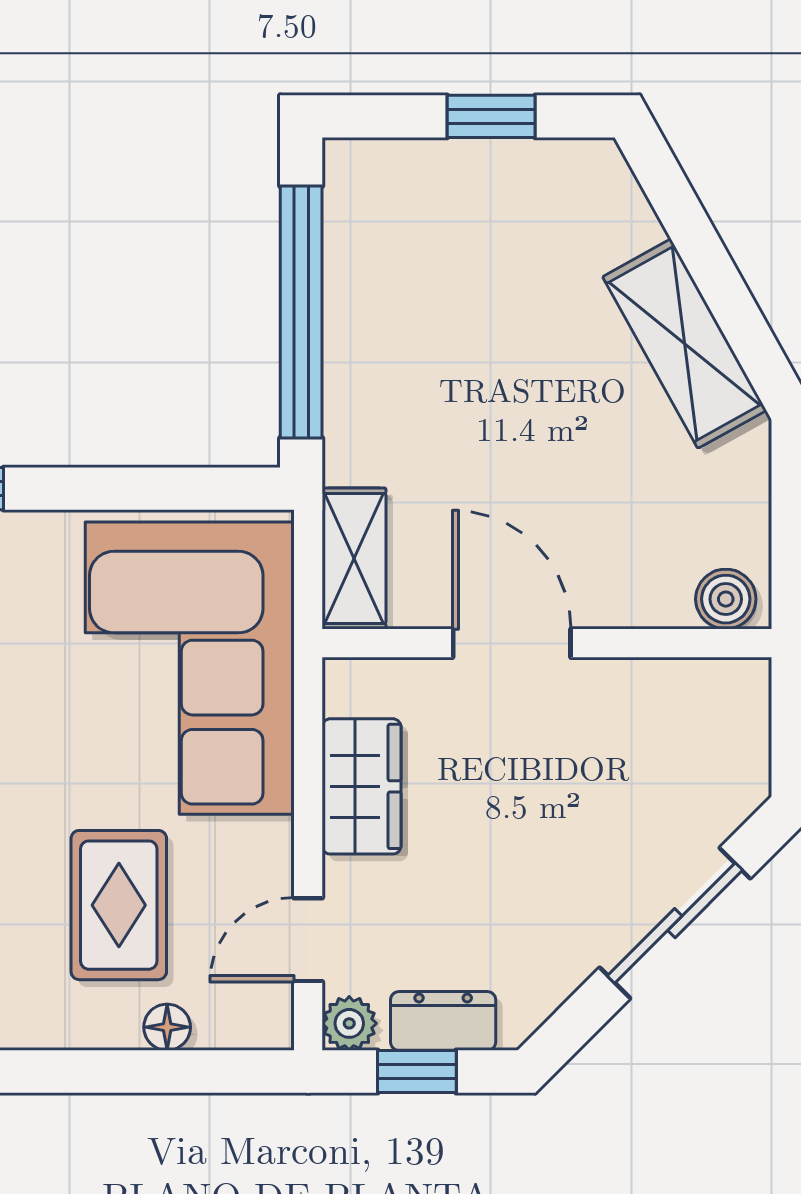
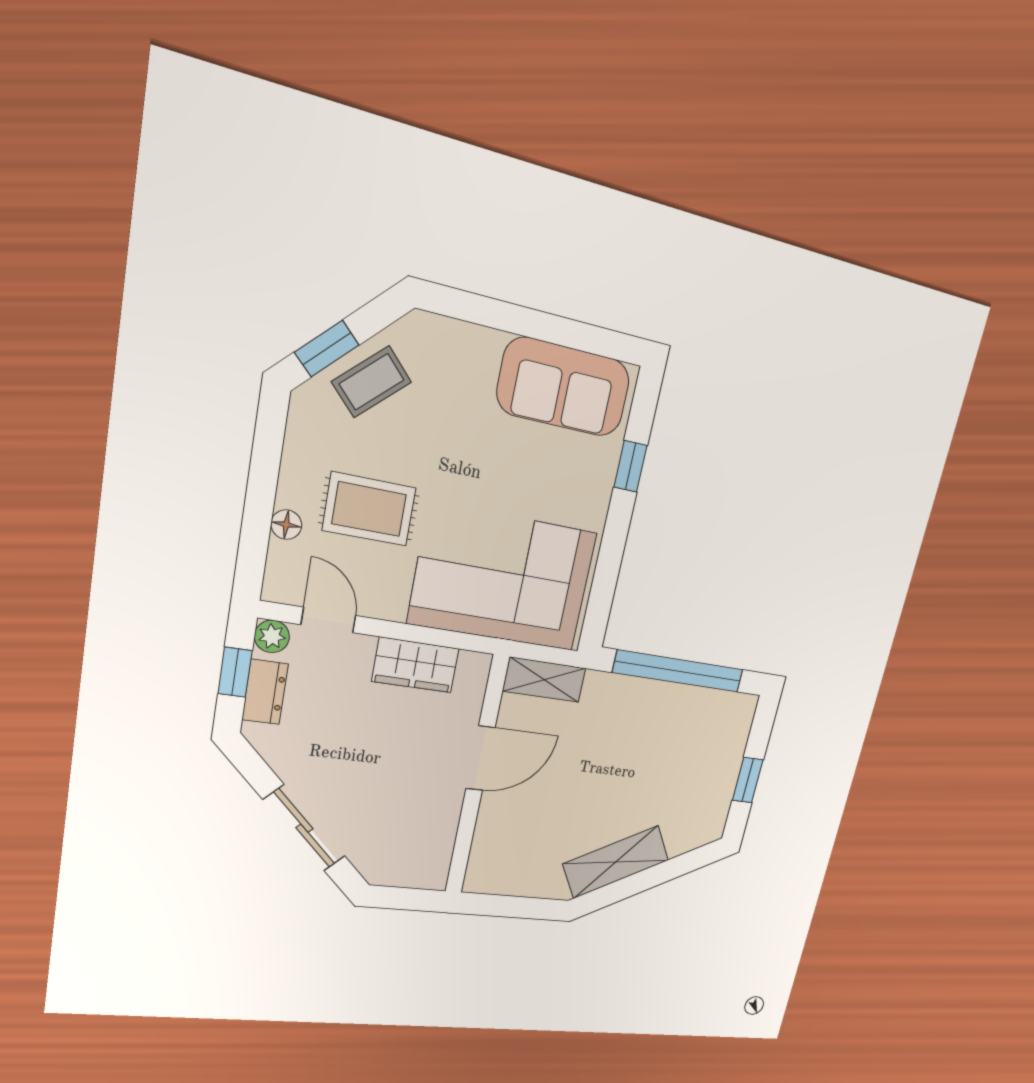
boiler: (726, 599) -> (481, 871), removed

